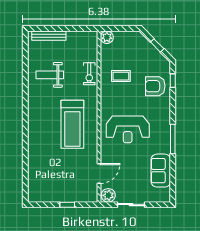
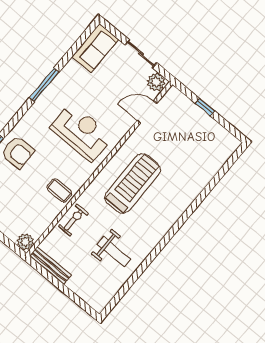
bench: (49, 36) -> (51, 266), moved
coffee table: (121, 76) -> (59, 190), moved
sofa: (161, 171) -> (95, 48), moved

